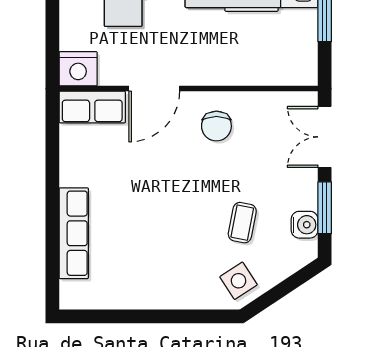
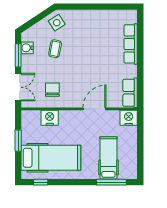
nightstand: (254, 69) -> (50, 118), added
row of seats: (92, 107) -> (130, 93), moved, turned -90
chair: (216, 126) -> (52, 90), moved

